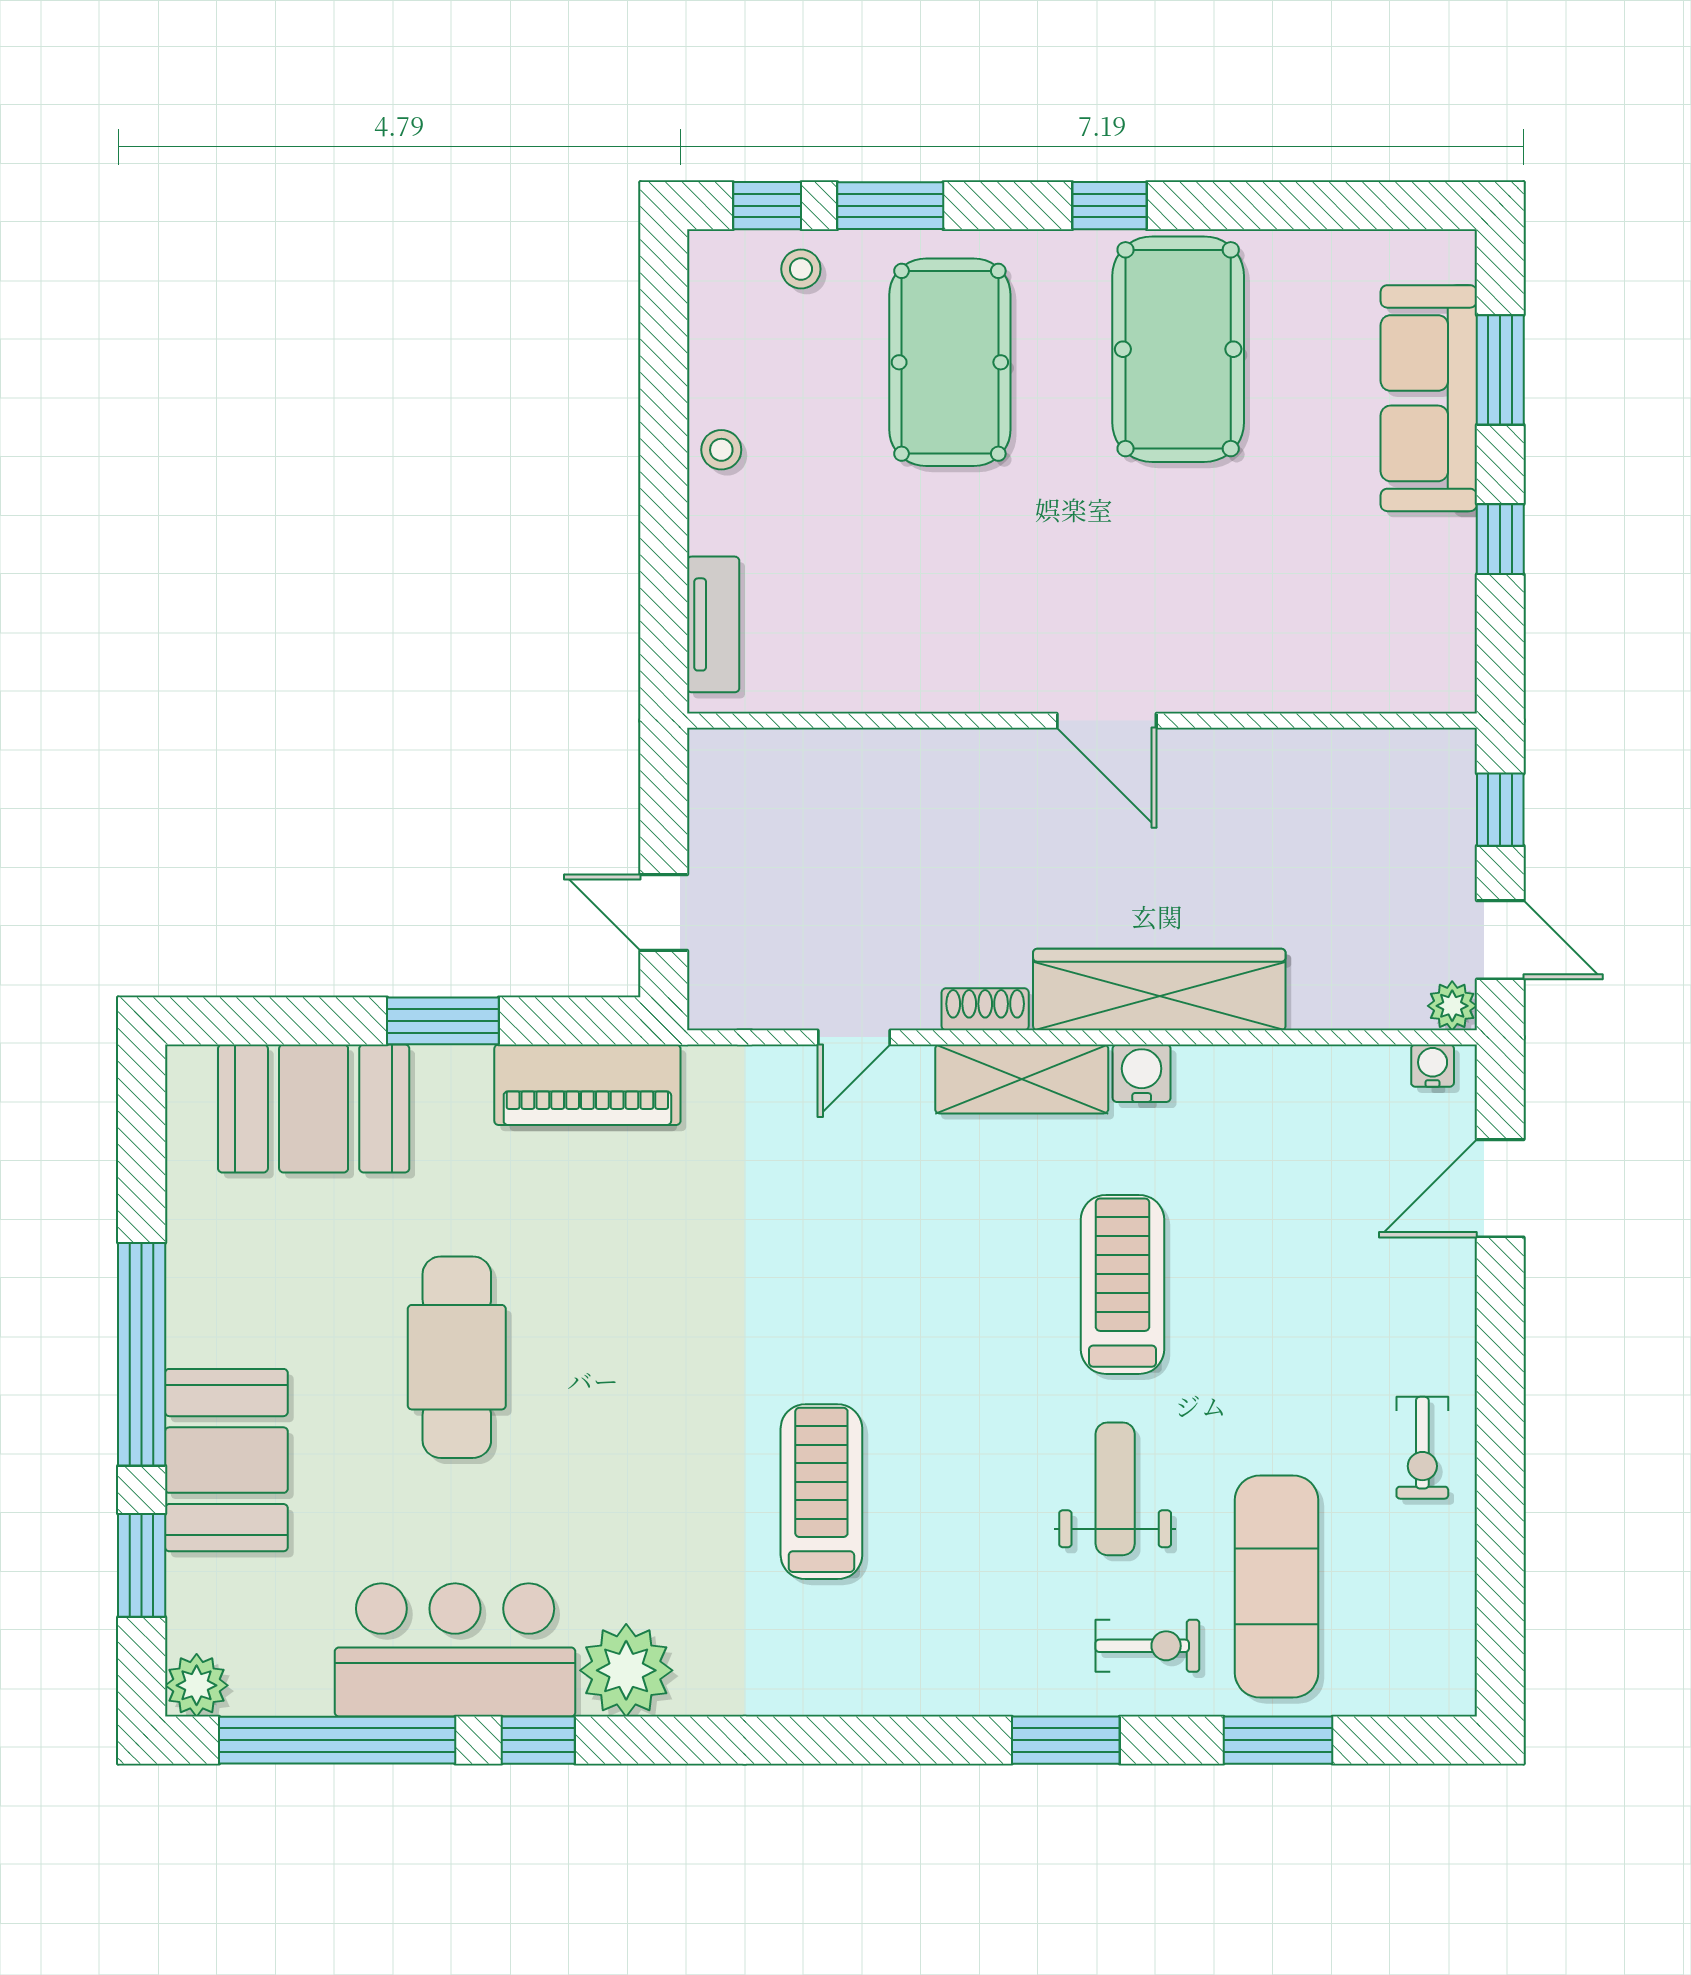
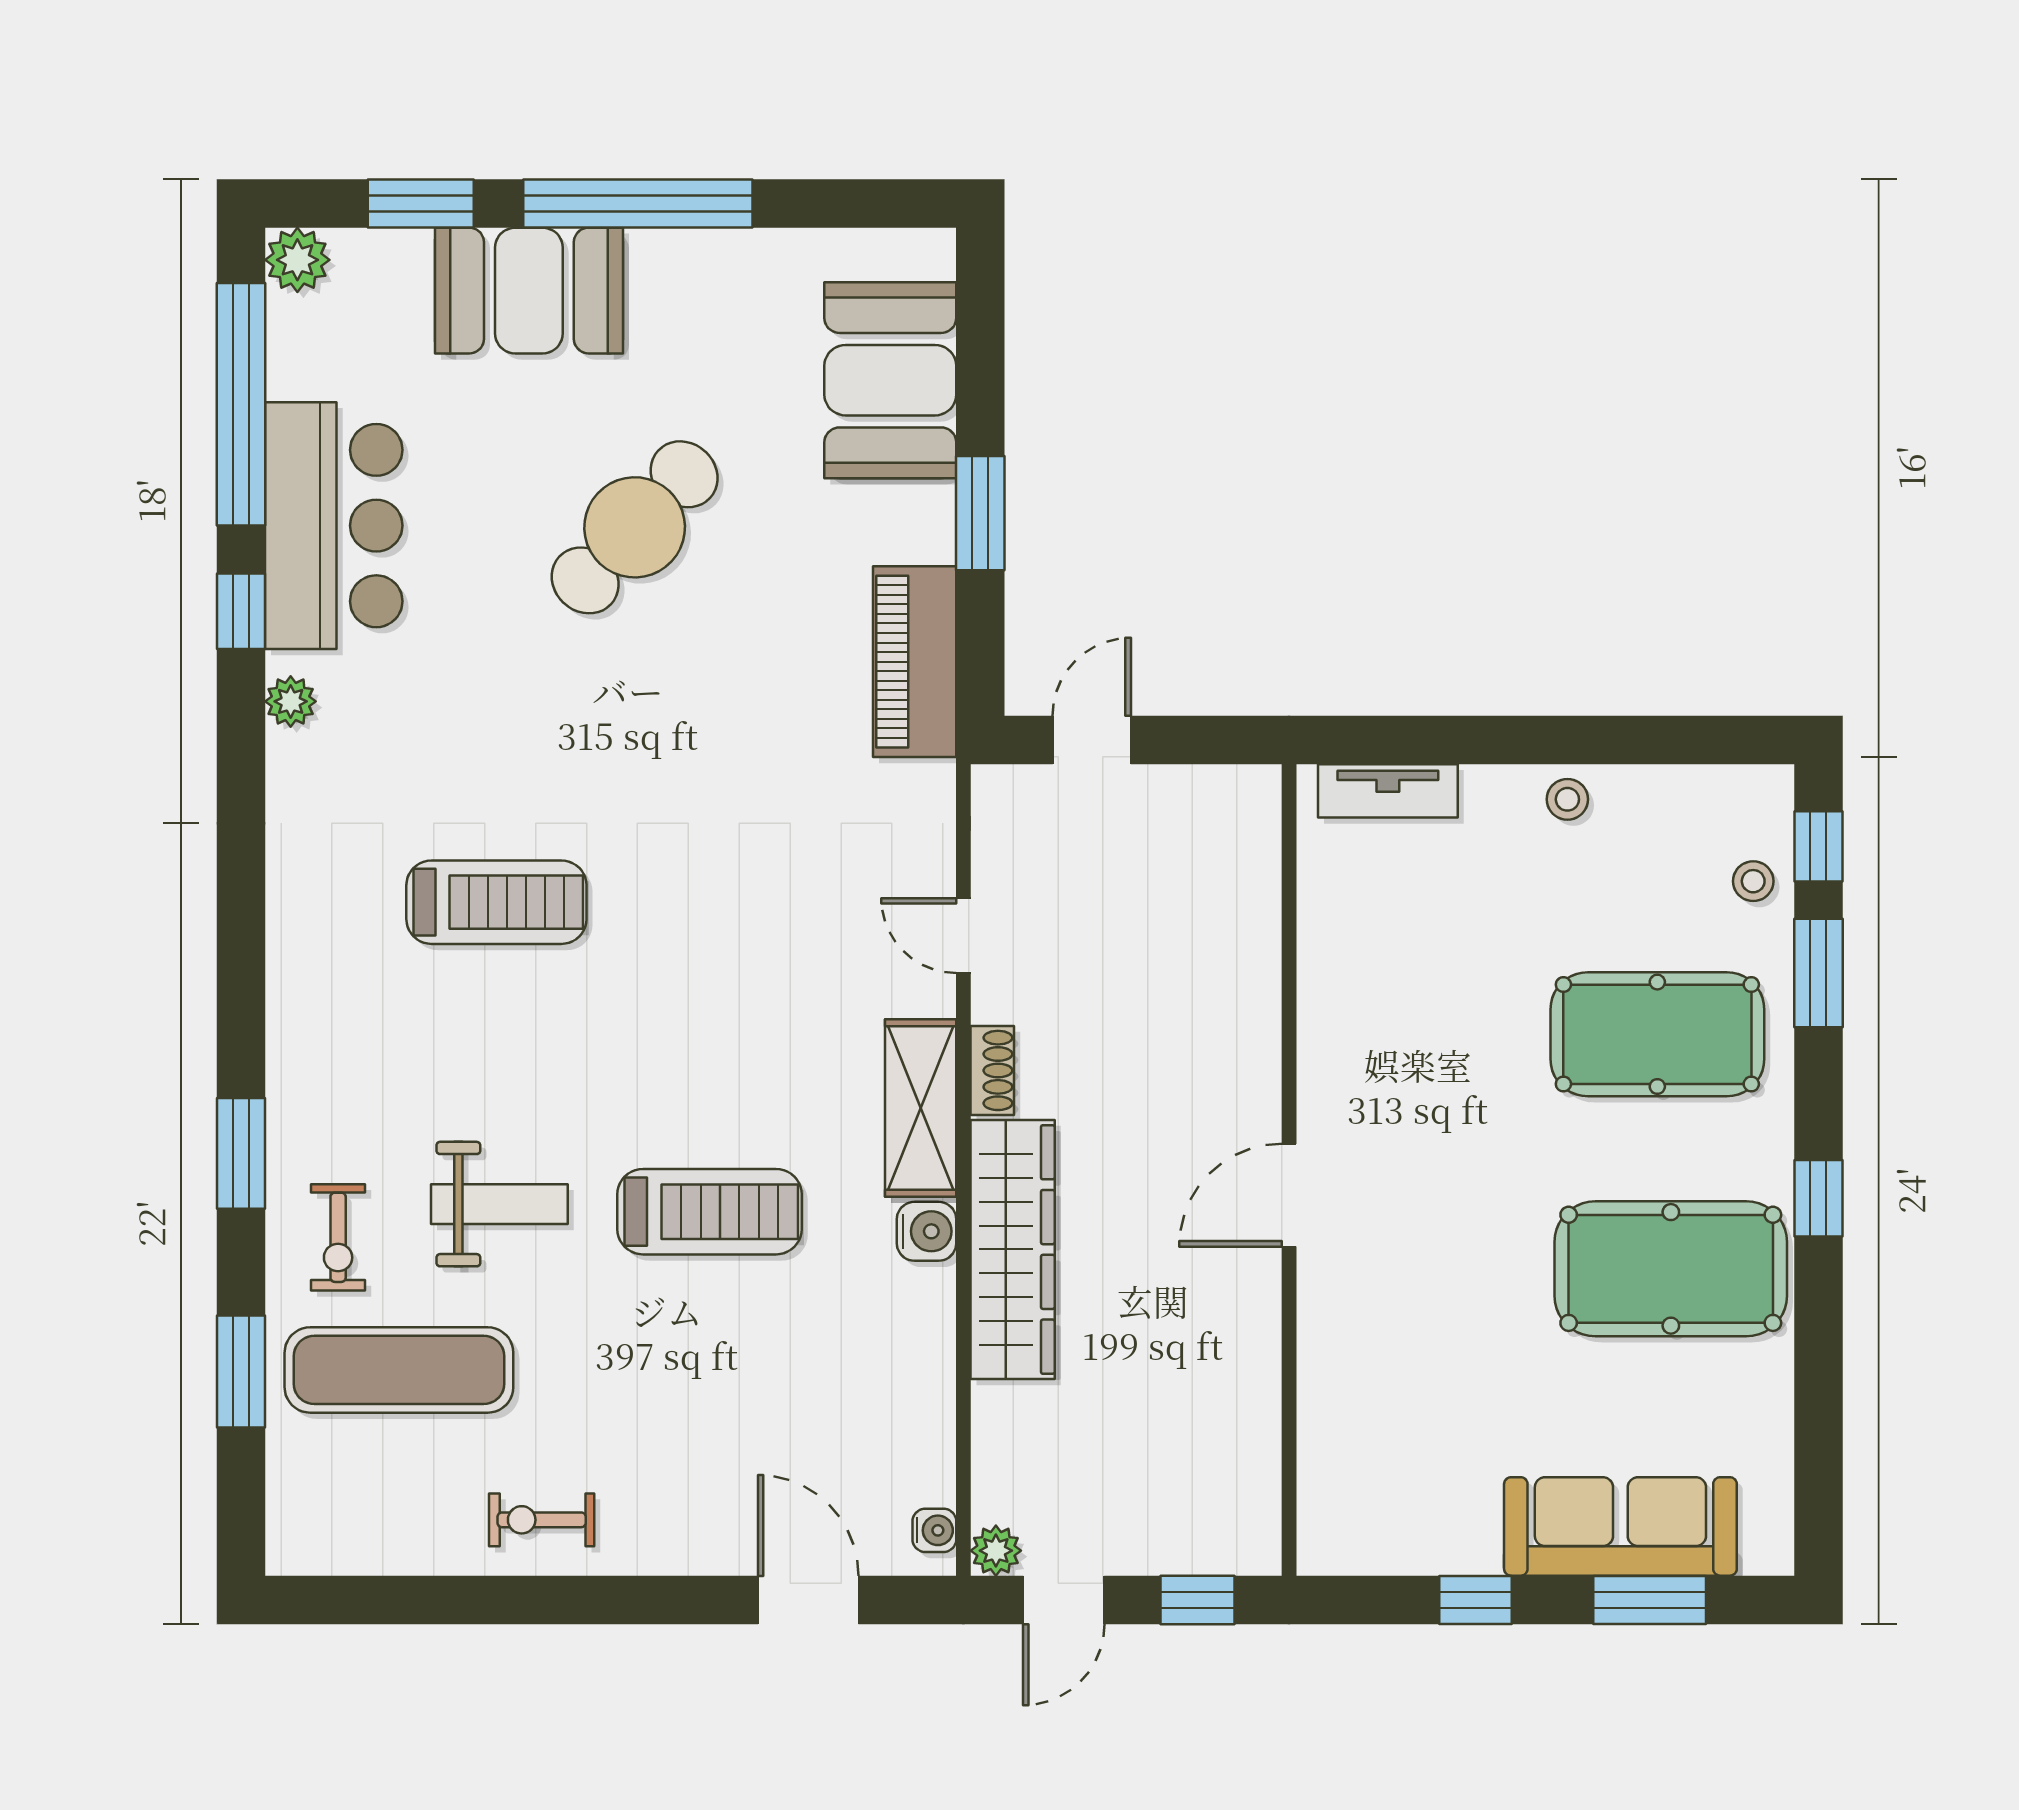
cafe table: (457, 1357) -> (635, 527), turned -47
plant: (626, 1670) -> (291, 701), width x0.53, depth x0.53

